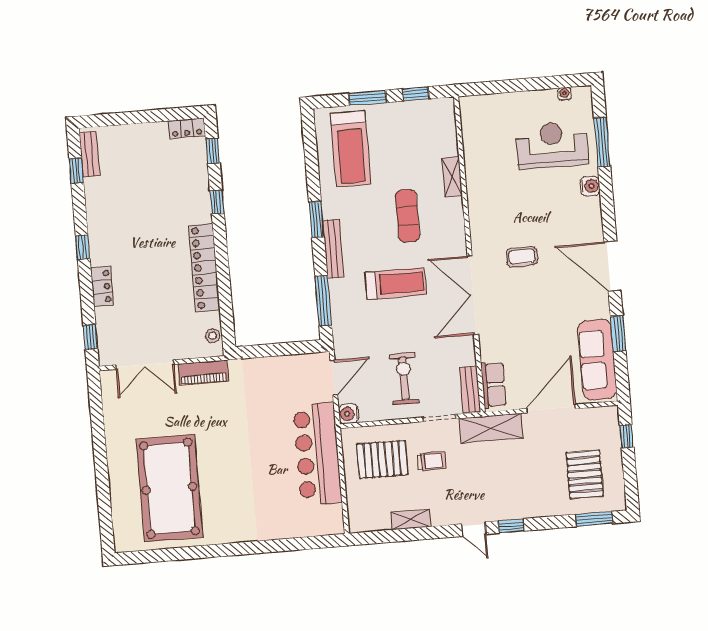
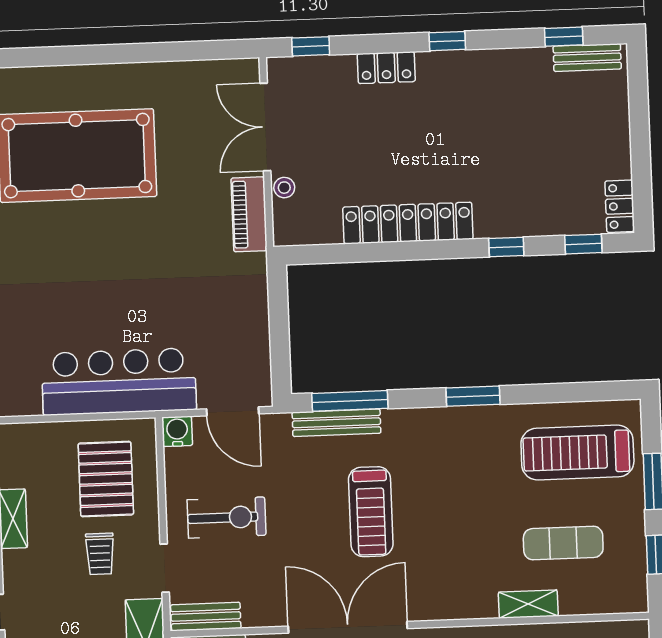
exercise mat: (407, 216) -> (563, 543), moved
bench: (333, 249) -> (336, 423), moved
stool: (213, 336) -> (284, 188), moved

